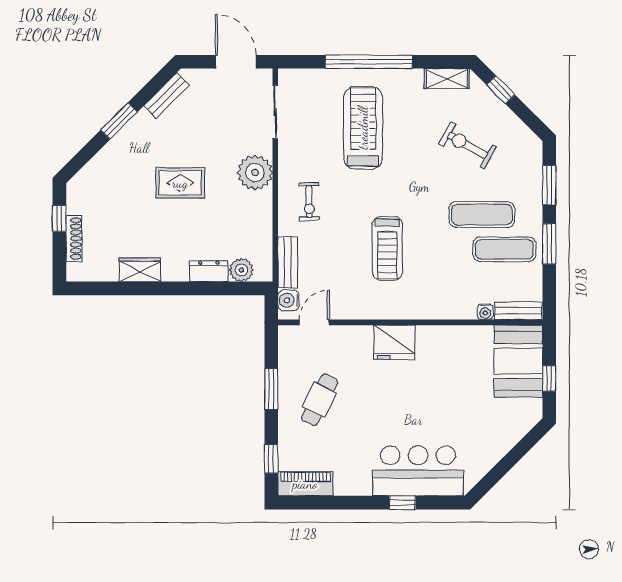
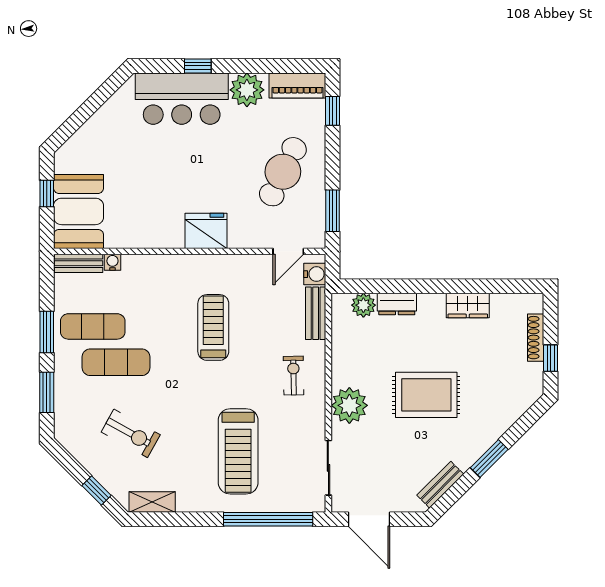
window: (369, 62) -> (268, 519), moved
rug: (180, 183) -> (426, 395), width x1.36, depth x1.43
window: (271, 389) -> (333, 211), moved
cafe table: (320, 400) -> (283, 172), width x1.37, depth x1.35
plant: (354, 479) -> (247, 90), added

